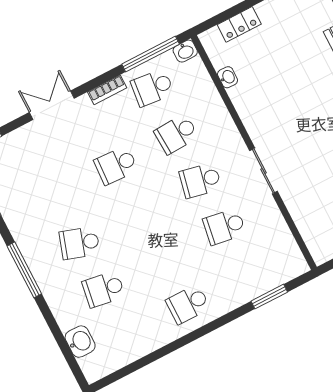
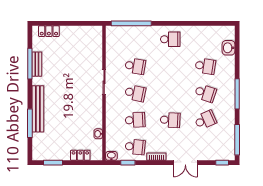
window: (151, 54) -> (128, 163), width x0.46
school desk: (56, 197) -> (205, 120), added
window: (269, 297) -> (131, 23), width x2.11

